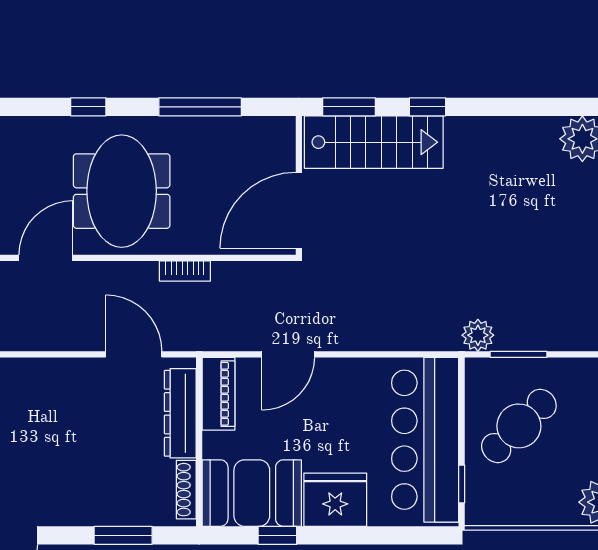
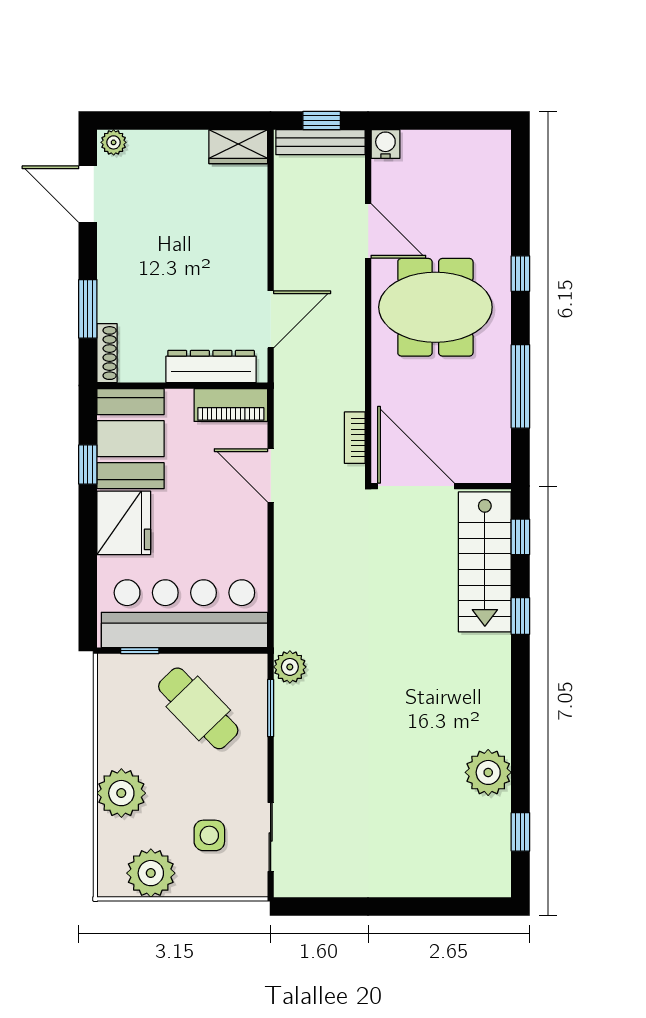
window: (349, 107) -> (520, 537), width x0.67
bookcase: (185, 271) -> (355, 438), moved
shoe rack: (186, 490) -> (107, 353), moved, turned 90

